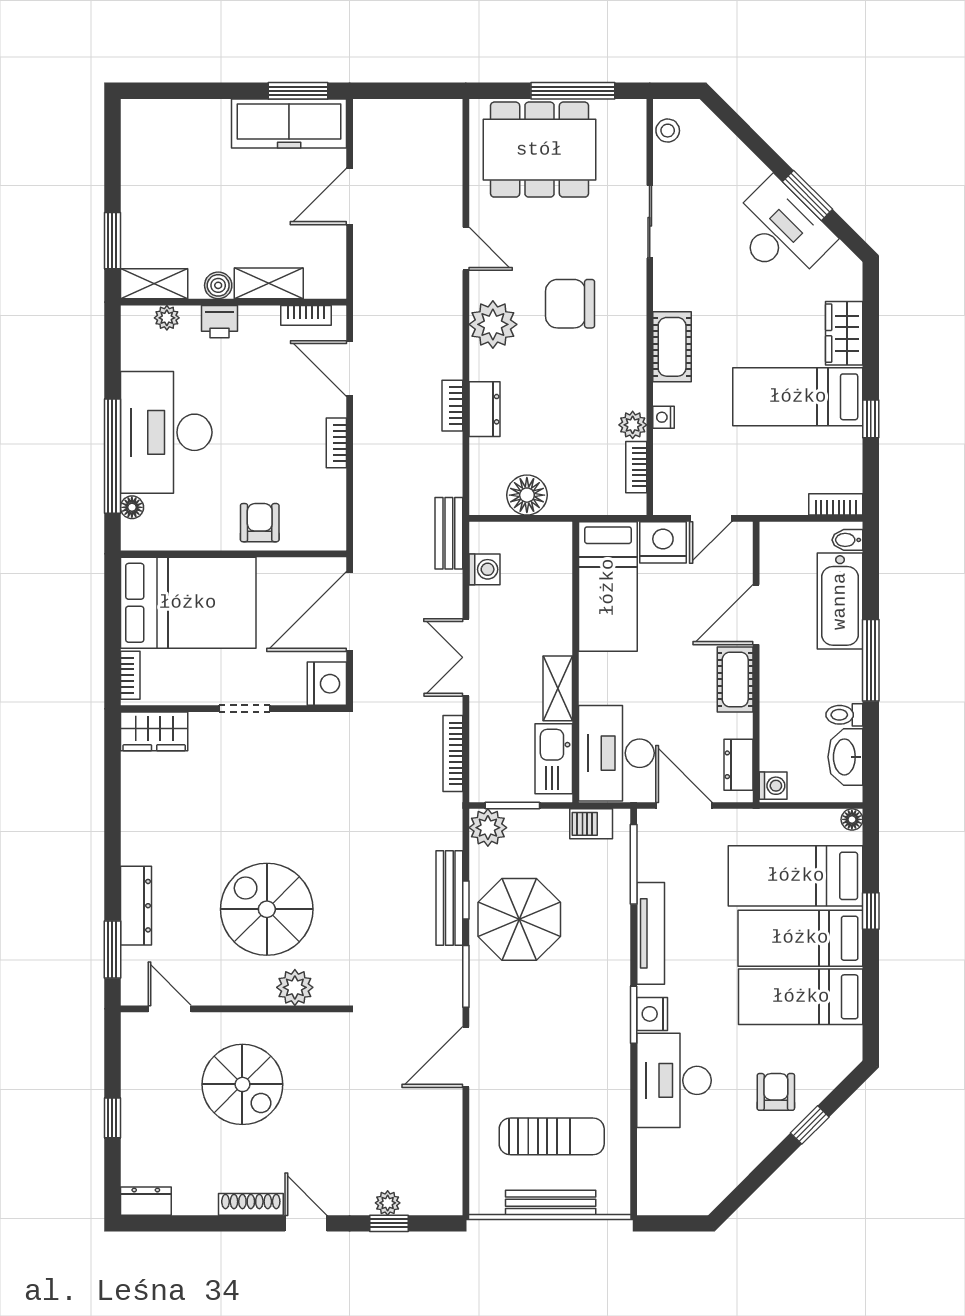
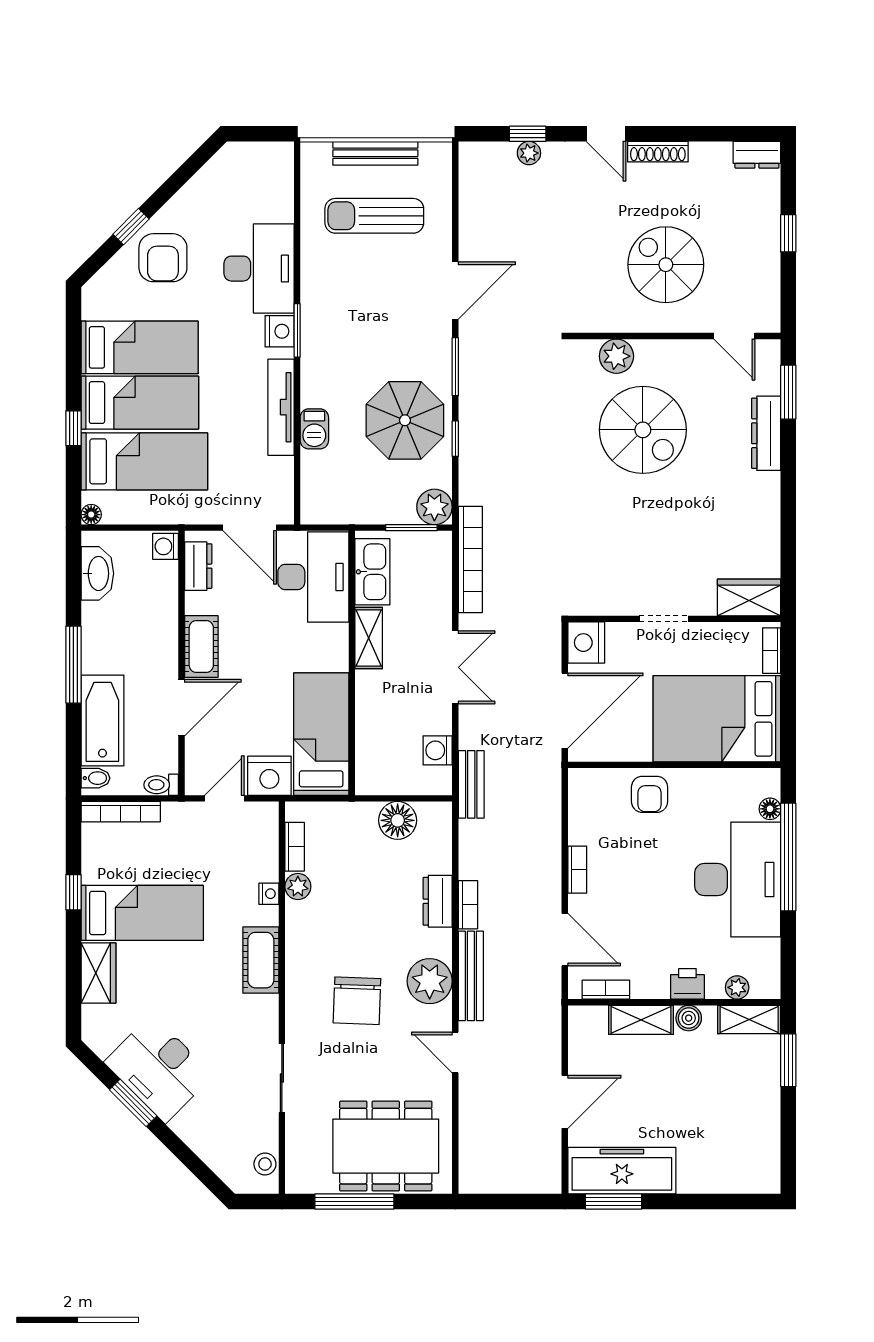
chair: (570, 304) -> (357, 1001), turned 92
bookcase: (836, 504) -> (121, 812), width x1.56
toilet: (844, 715) -> (161, 785), moved, turned 180
bookcase: (453, 754) -> (470, 559), width x1.48, depth x1.31
barbecue: (591, 824) -> (314, 429), moved, turned 90
window: (634, 864) -> (297, 472), removed
bench: (449, 898) -> (471, 976), moved
armchair: (776, 1092) -> (163, 258), width x1.38, depth x1.38

